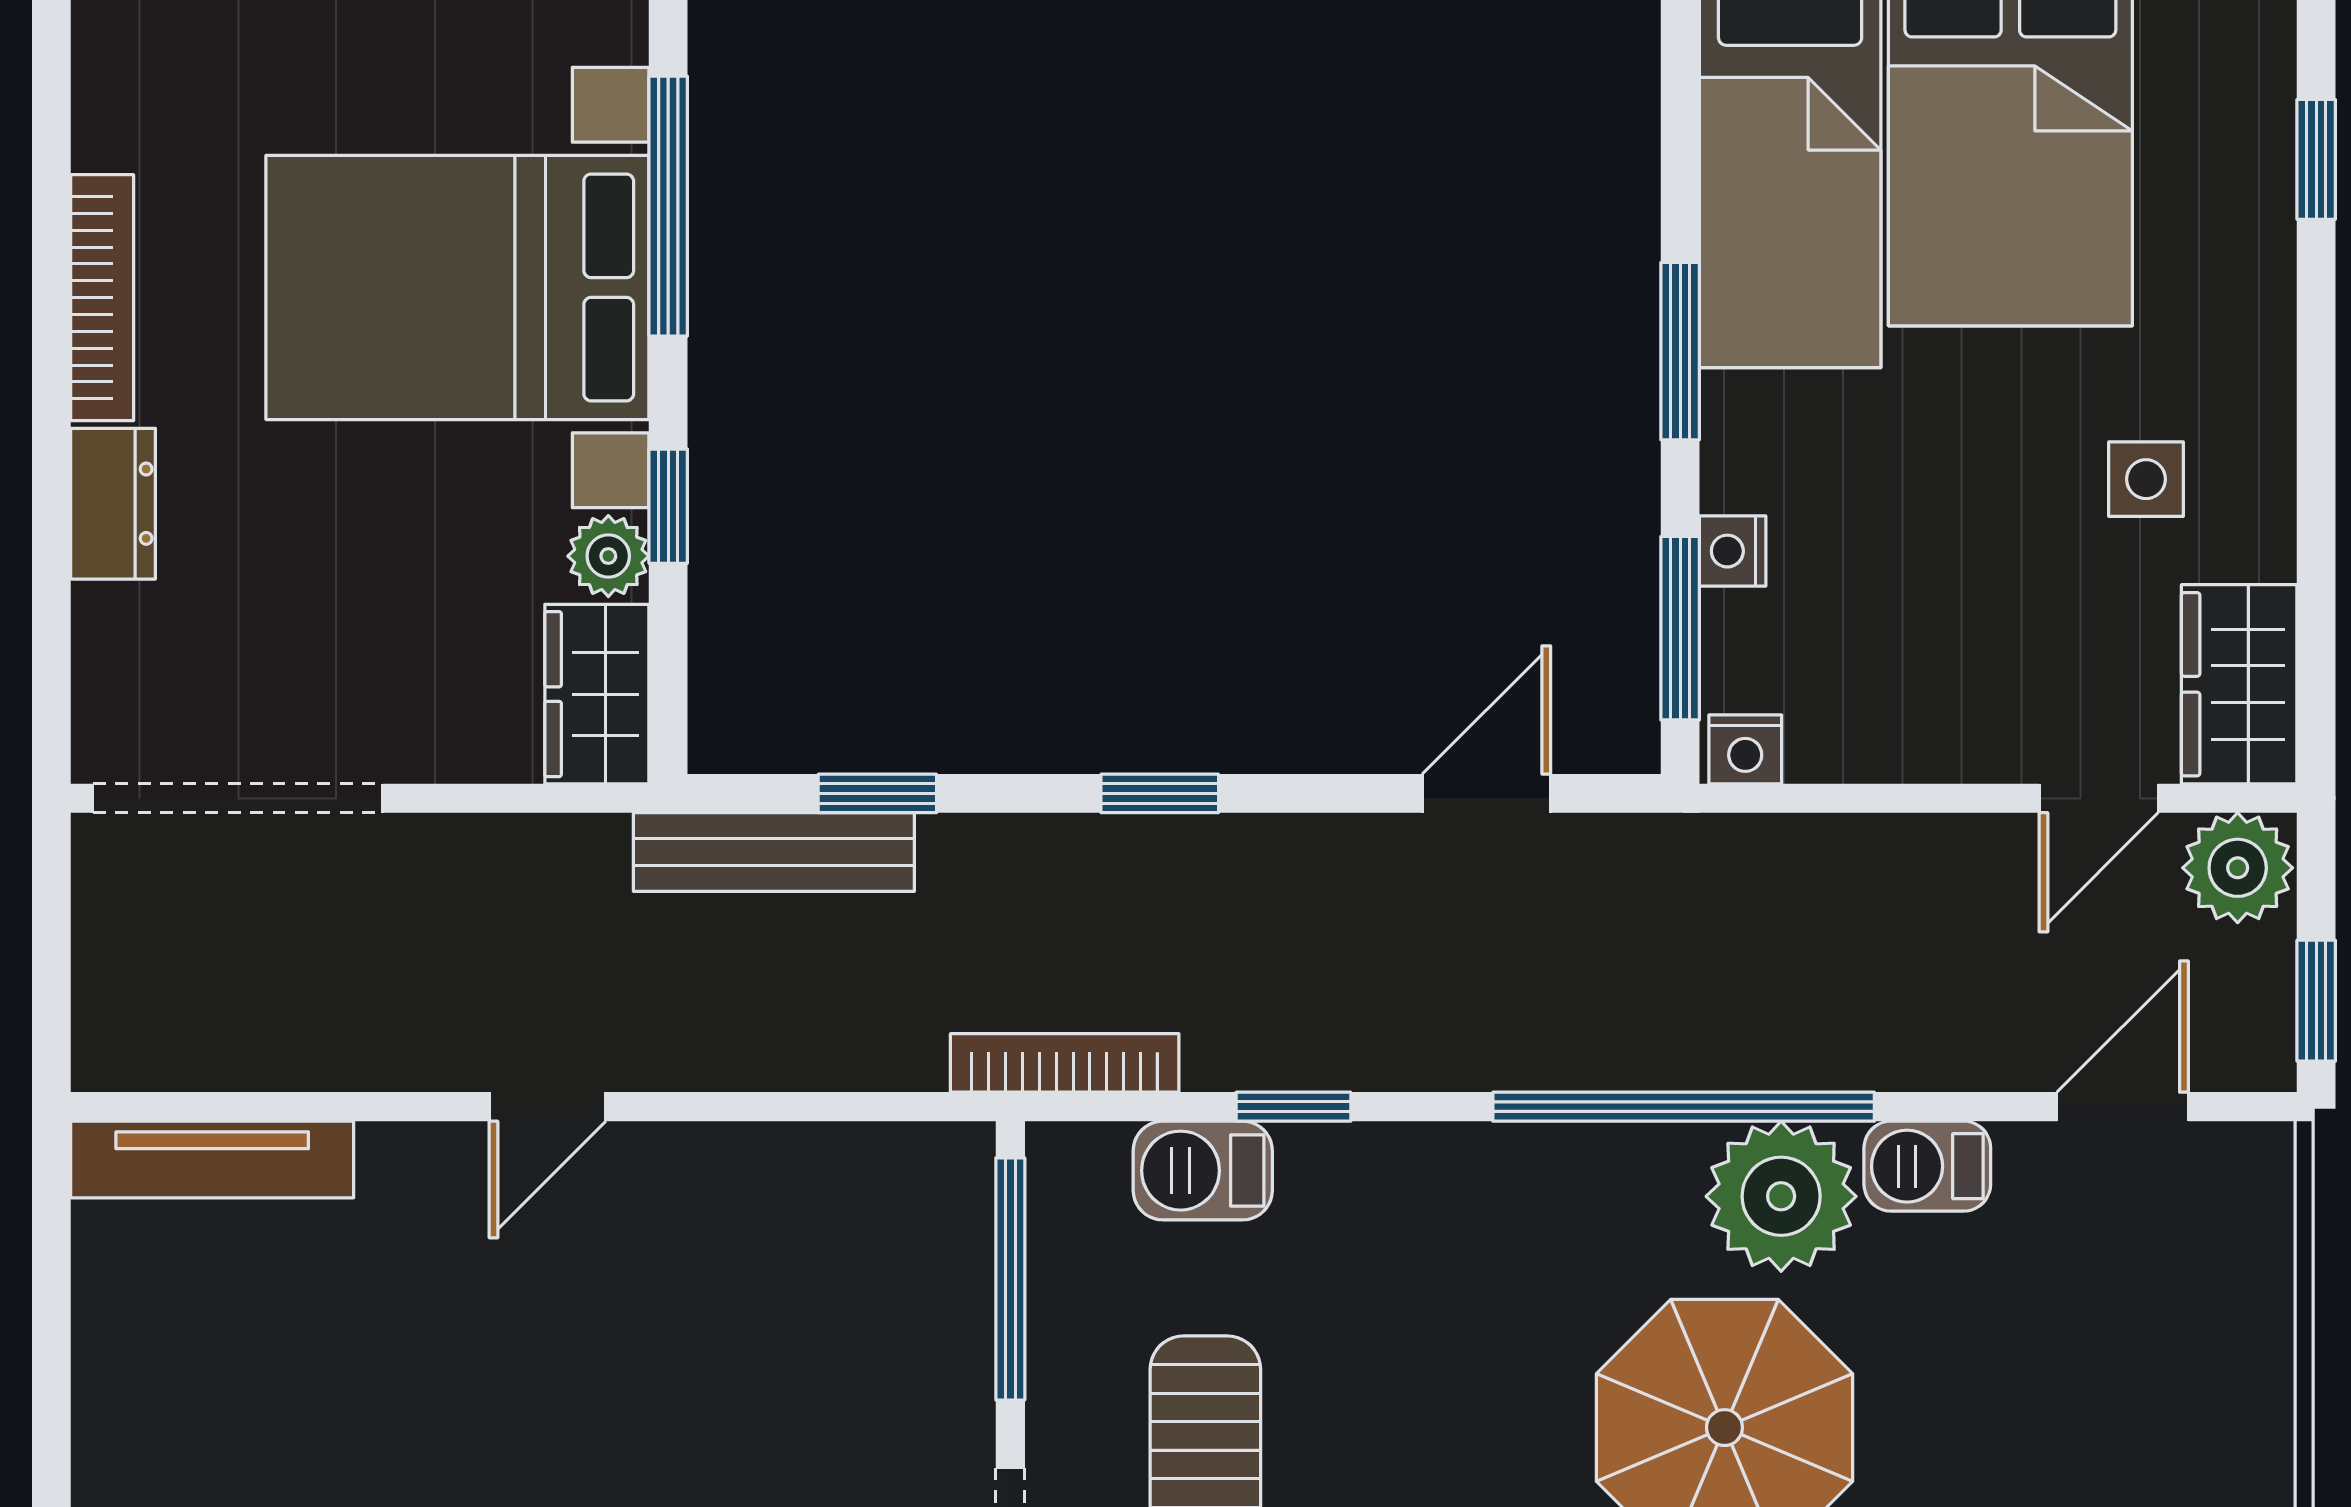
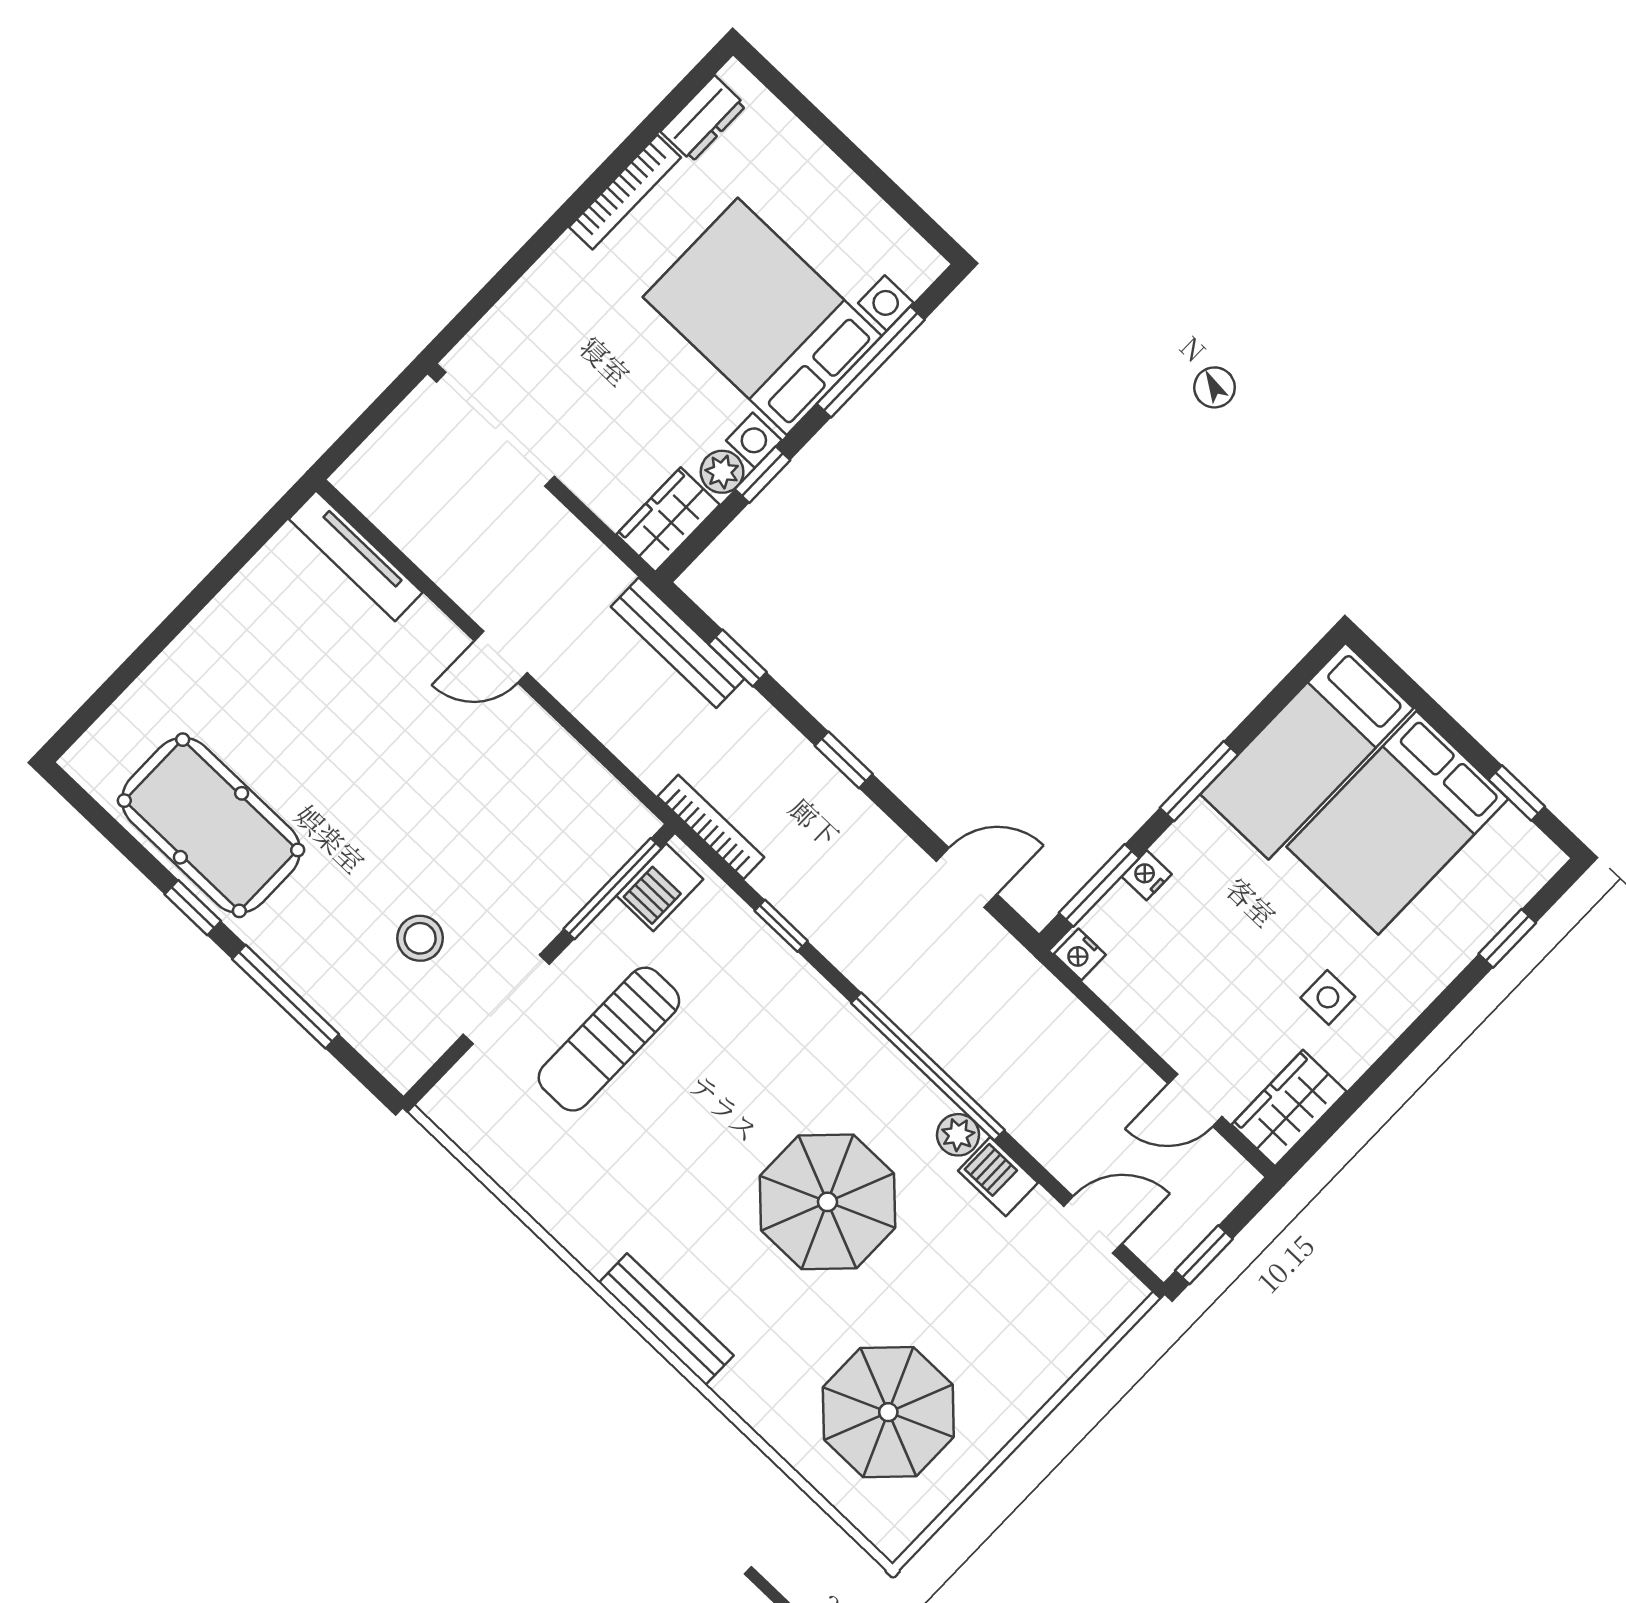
dresser: (113, 504) -> (703, 119), moved
plant: (2238, 868) -> (1222, 1176), removed
barbecue: (1203, 1171) -> (660, 887), moved, turned -90
plant: (1781, 1196) -> (958, 1135), width x0.53, depth x0.53

